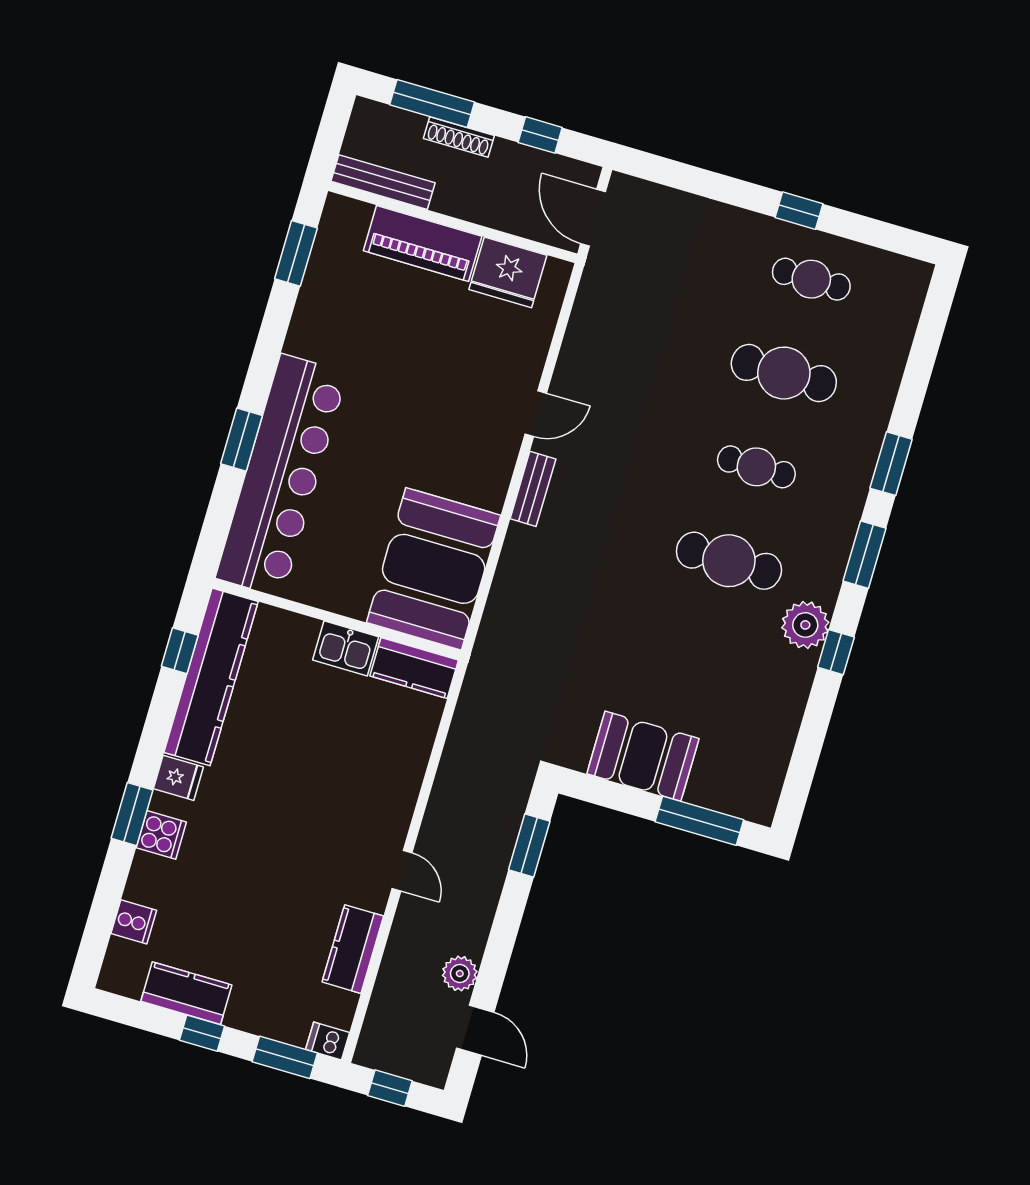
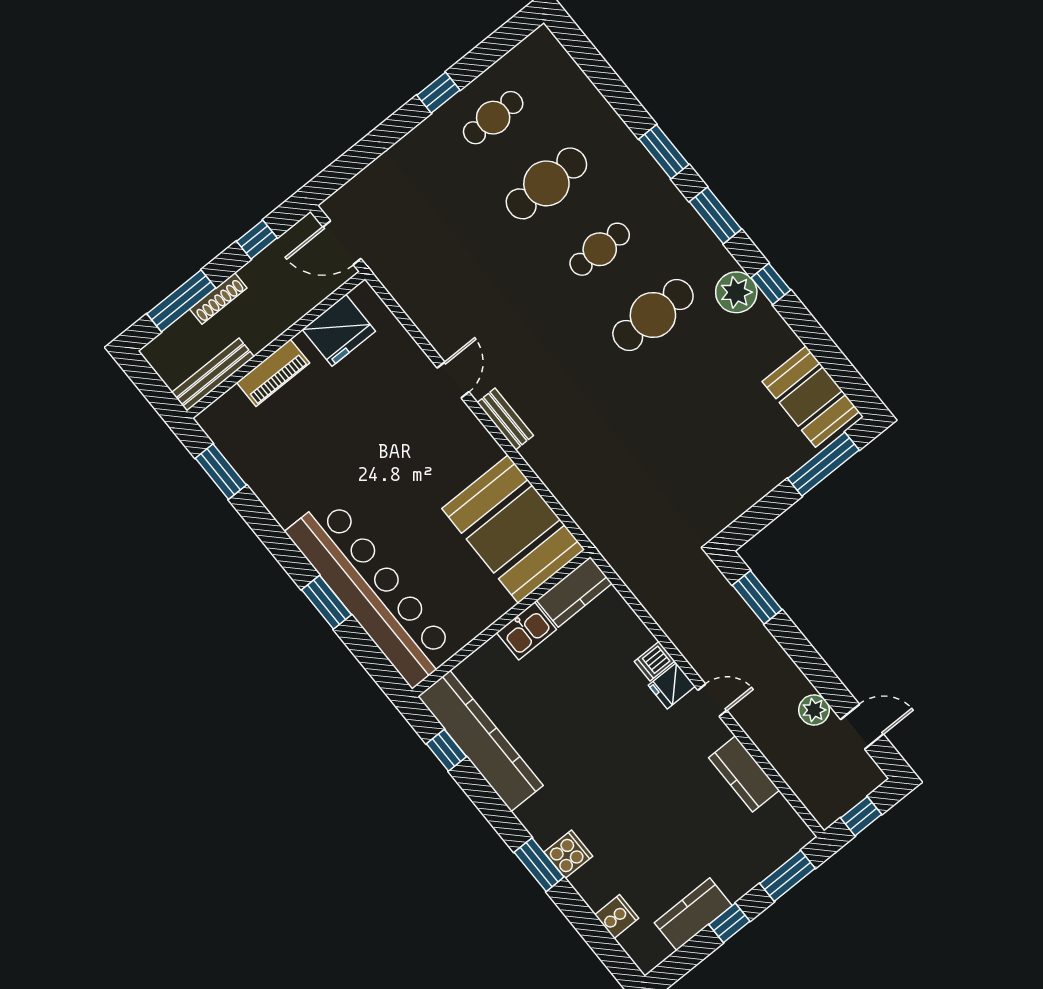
piano: (423, 243) -> (273, 373), width x0.73, depth x0.75
booth: (643, 756) -> (811, 397), moved, turned 90
fridge: (178, 778) -> (672, 686), moved, turned 180
dishwasher: (328, 1041) -> (654, 661), moved

